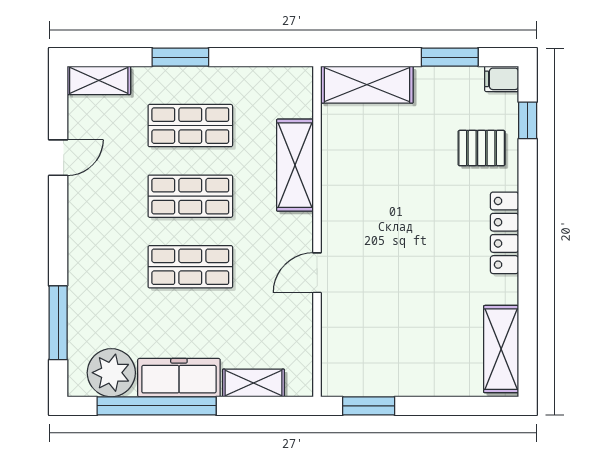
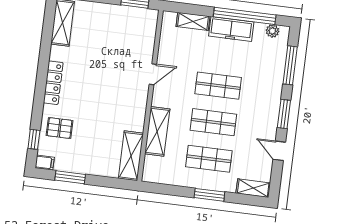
shelving: (367, 85) -> (131, 156), moved, turned 90
door: (58, 158) -> (279, 151), hinge flipped
window: (58, 229) -> (284, 114), added
plant: (111, 373) -> (272, 31), width x0.53, depth x0.53

